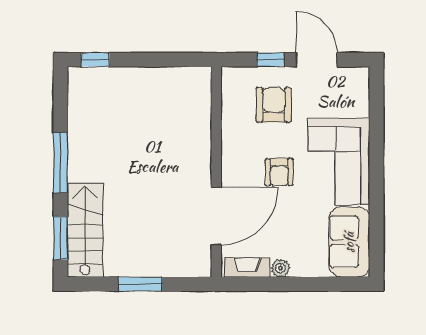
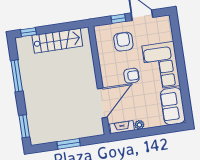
window: (60, 163) -> (17, 76), moved
armchair: (279, 172) -> (131, 76), turned -90
stairs: (85, 230) -> (57, 41), moved, turned 90

